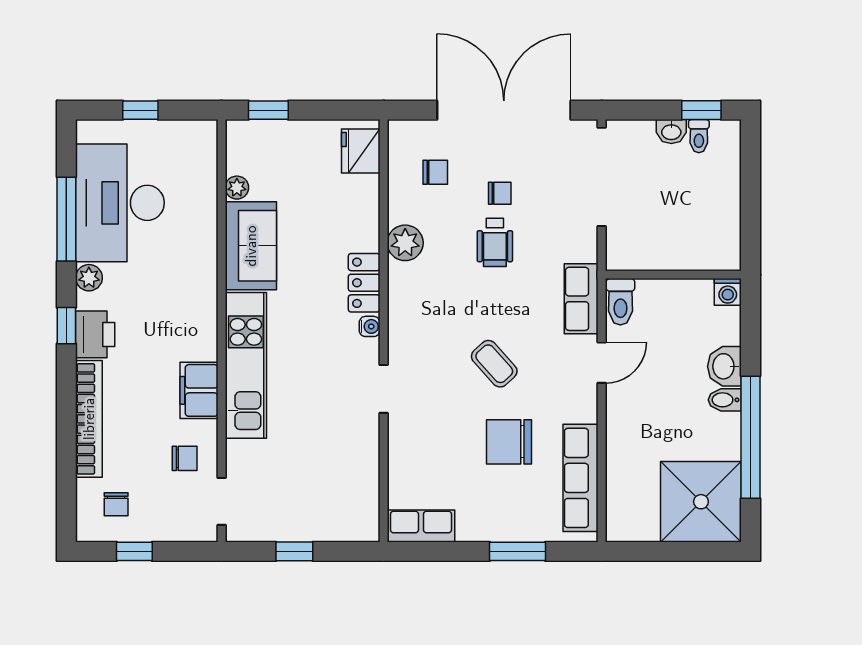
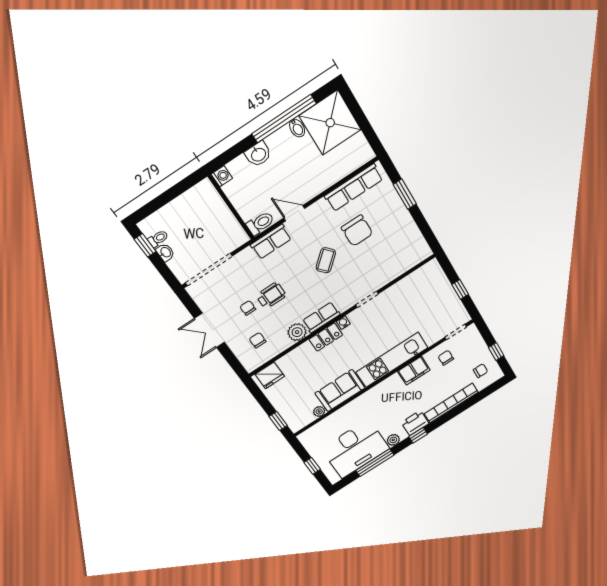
double door: (504, 110) -> (210, 330), width x0.54
bidet: (725, 400) -> (297, 128), moved
row of seats: (421, 526) -> (321, 317), moved, turned 90

